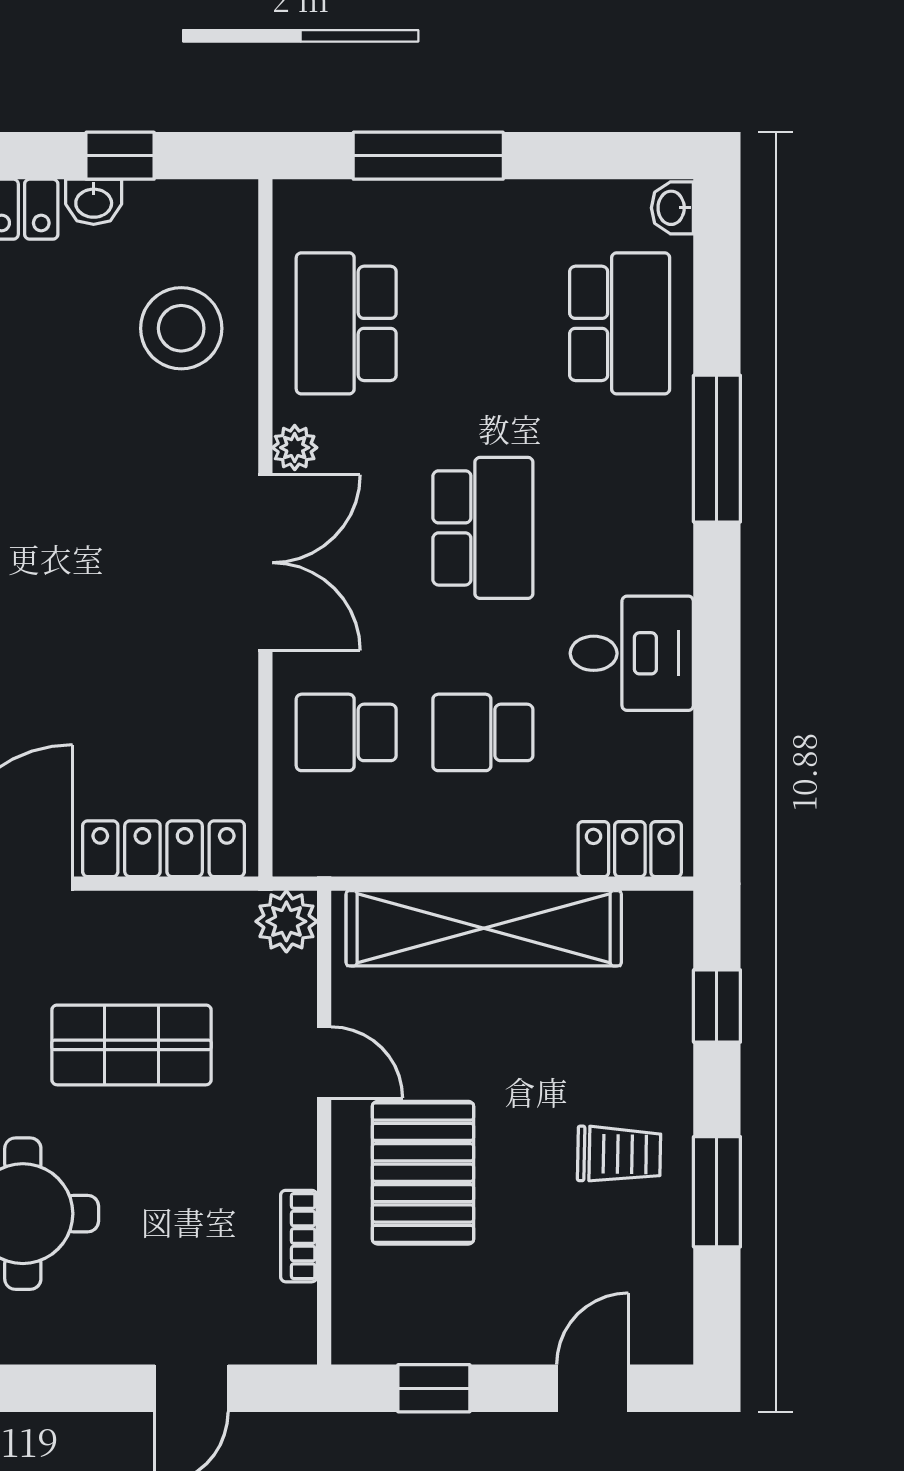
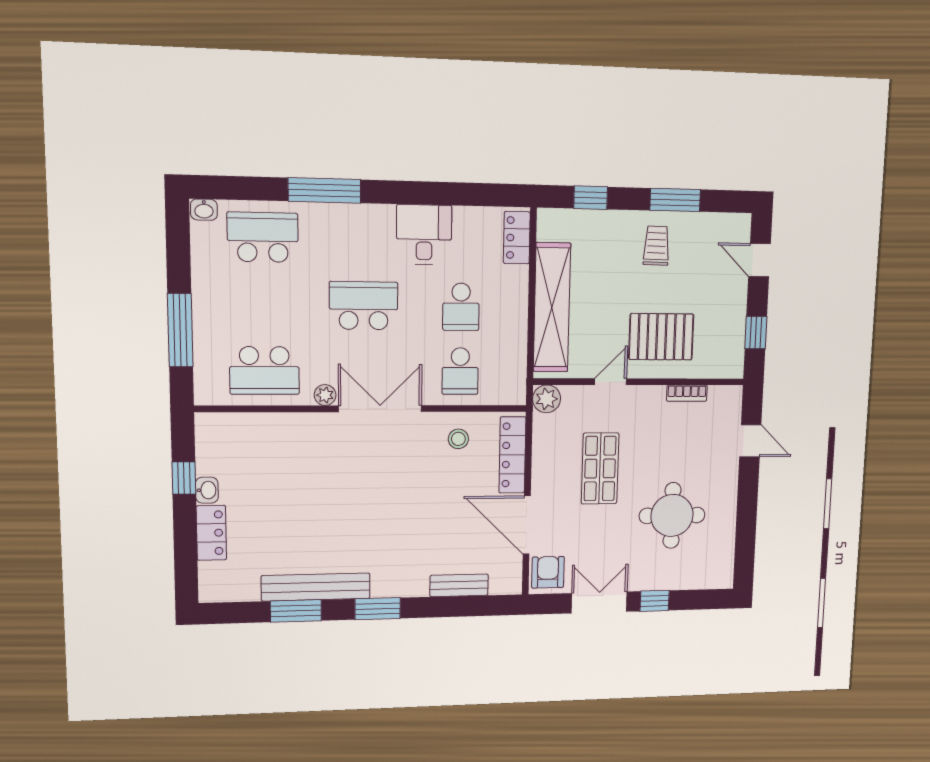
stool: (181, 328) -> (458, 439), moved, width x0.53, depth x0.53

